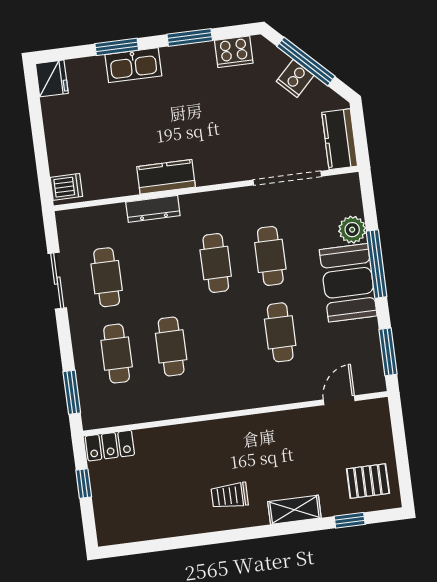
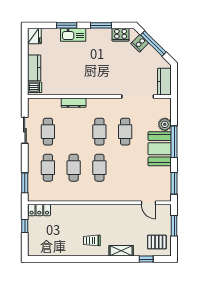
cooker: (295, 78) -> (140, 43), moved
kitchen counter: (166, 177) -> (34, 68), moved, turned 90
cafe table: (280, 332) -> (99, 168), moved
door: (339, 400) -> (148, 203), swing flipped
window: (400, 442) -> (174, 226), added

